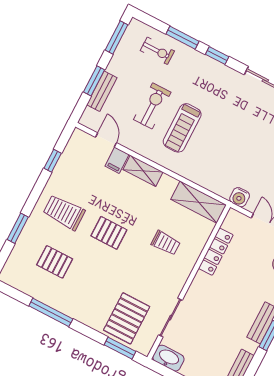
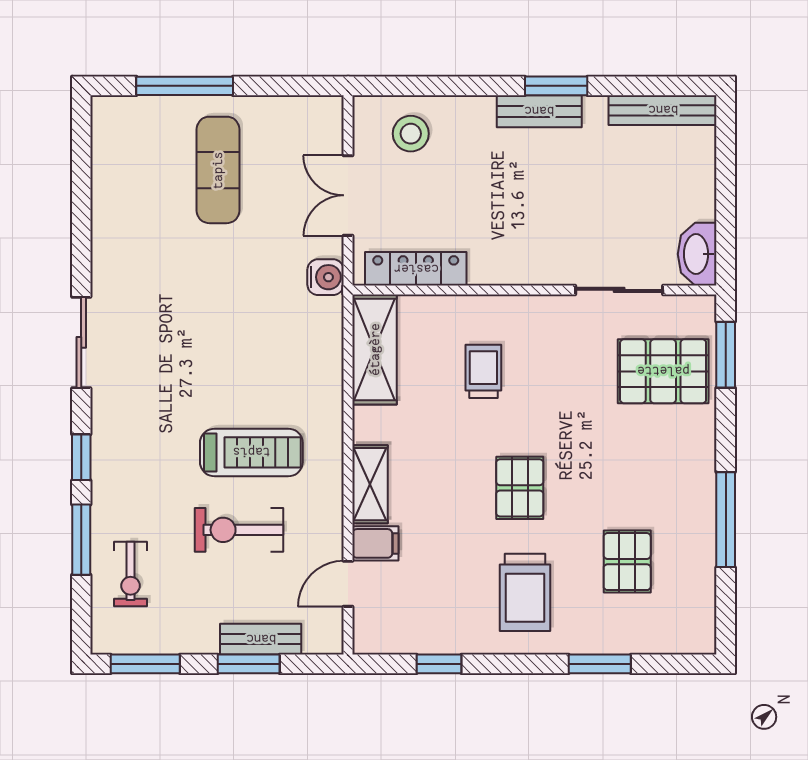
exercise bike: (157, 51) -> (131, 574), turned 180
locker: (216, 252) -> (416, 269), moved

